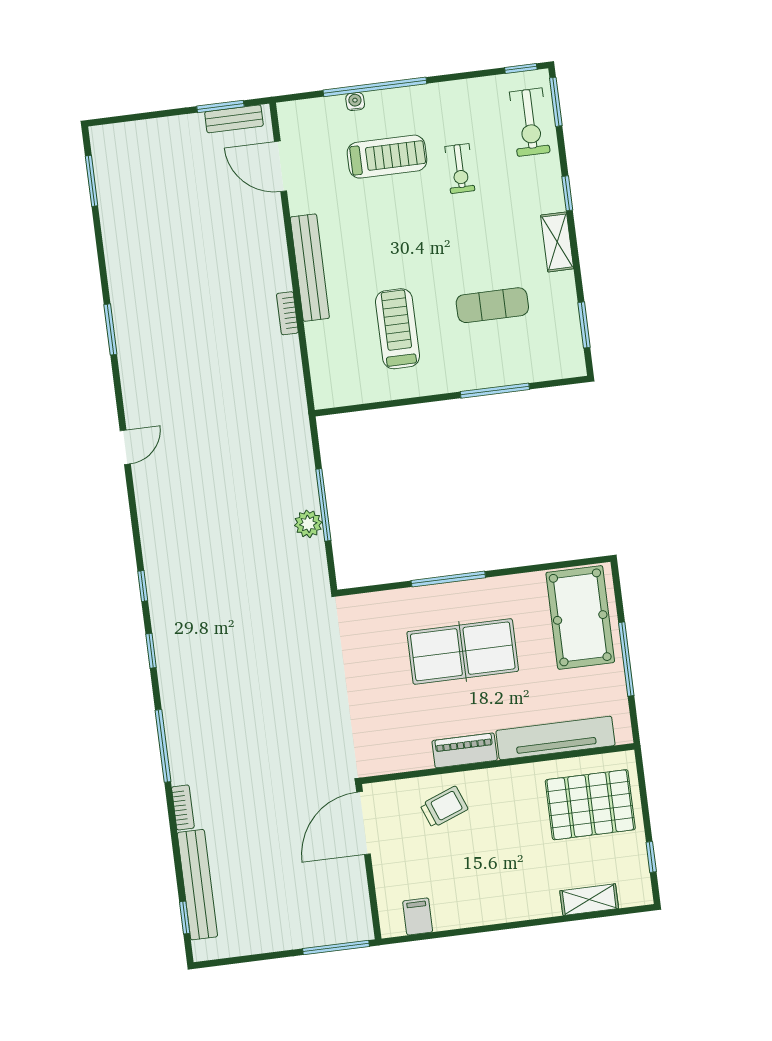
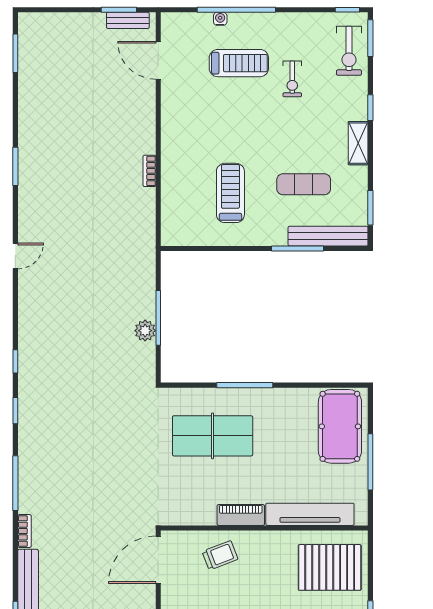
bench: (310, 268) -> (328, 236), moved, turned 90
table tennis table: (463, 651) -> (213, 436), moved

